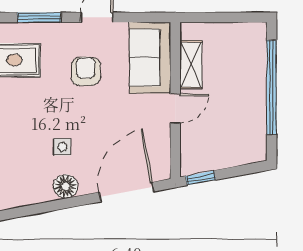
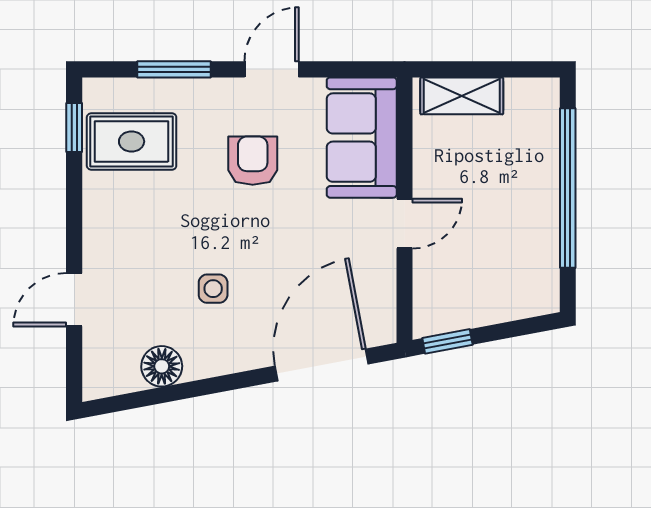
shelving: (191, 65) -> (462, 96), moved, turned 90
floor lamp: (66, 186) -> (162, 366), moved

